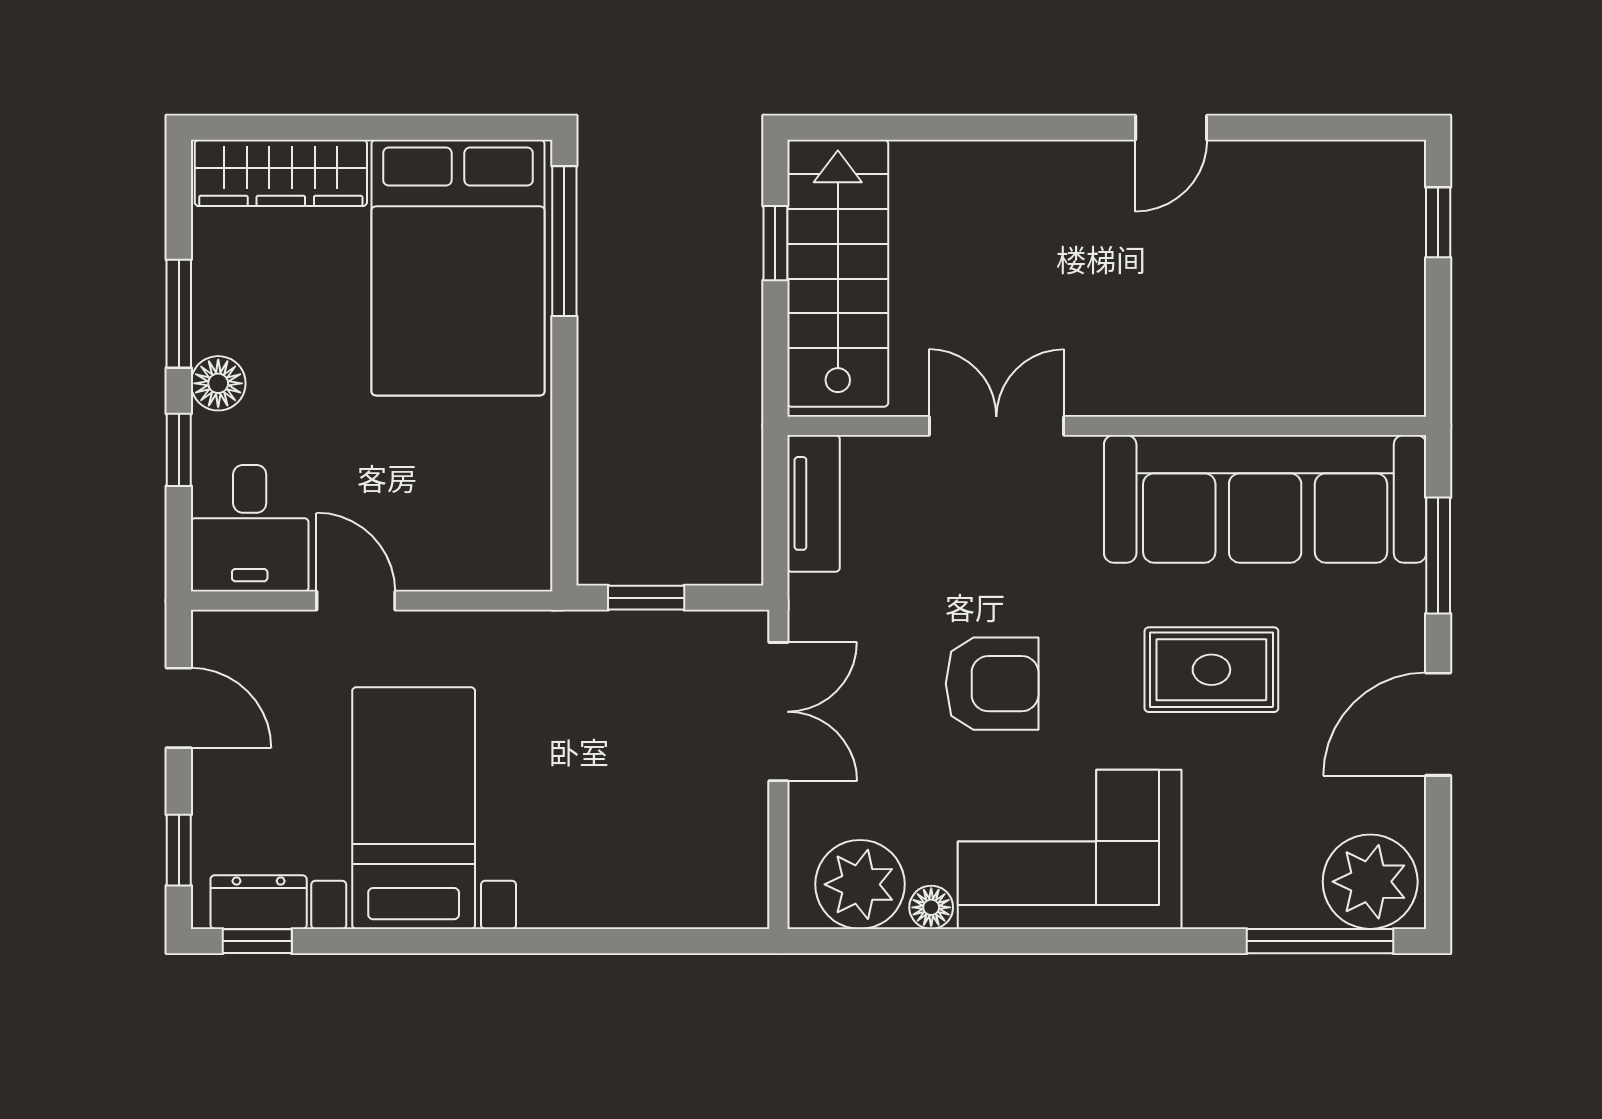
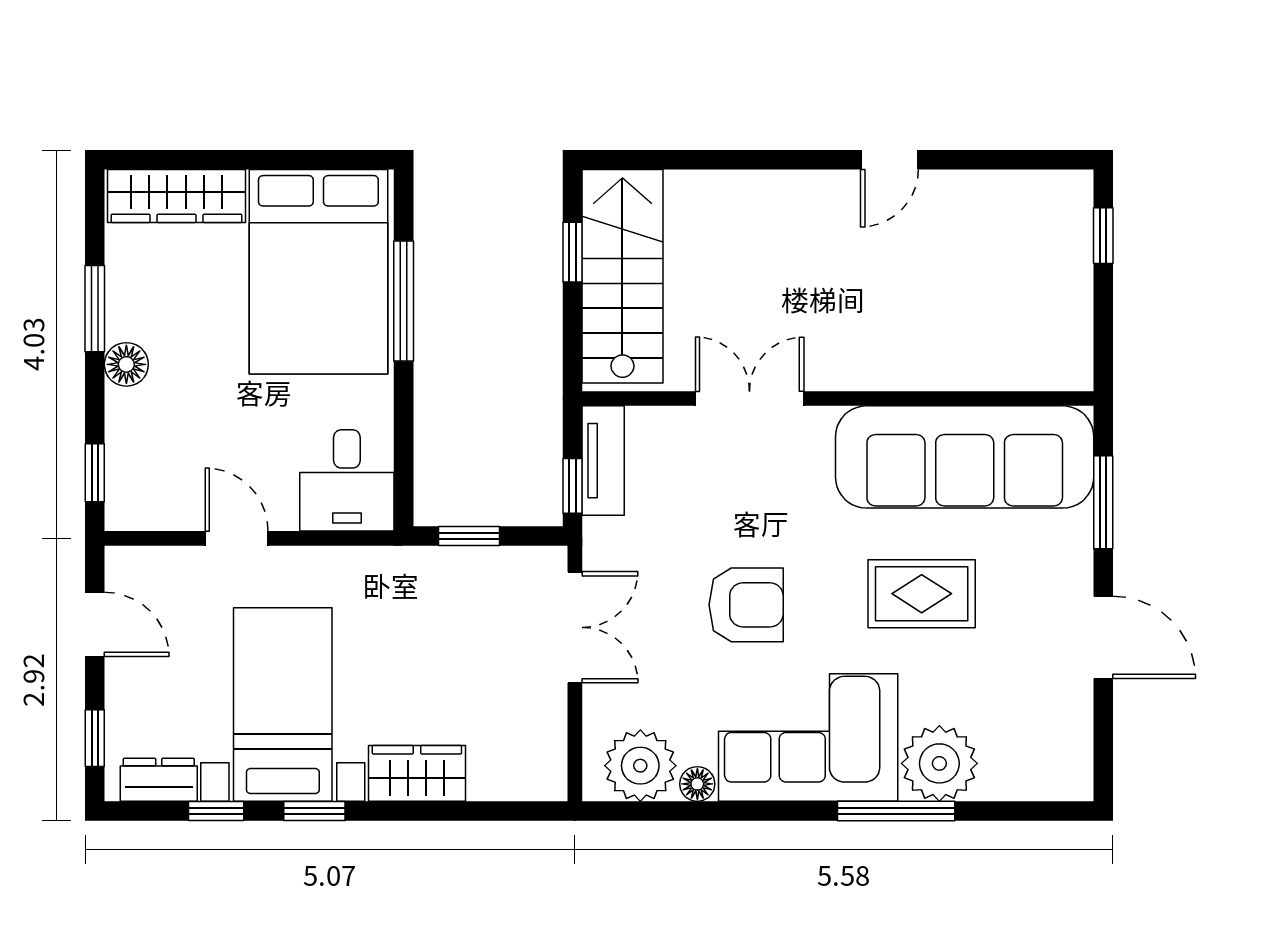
window: (564, 241) -> (404, 301), moved
window: (179, 450) -> (95, 473), moved
desk: (250, 528) -> (347, 480), moved
window: (775, 535) -> (572, 486), added
door: (1438, 724) -> (1103, 637), swing flipped
plant: (1370, 882) -> (939, 763), moved
wardrobe: (581, 894) -> (417, 773), added
window: (257, 941) -> (216, 811), moved
window: (453, 941) -> (314, 811), added
window: (1320, 941) -> (896, 811), moved

